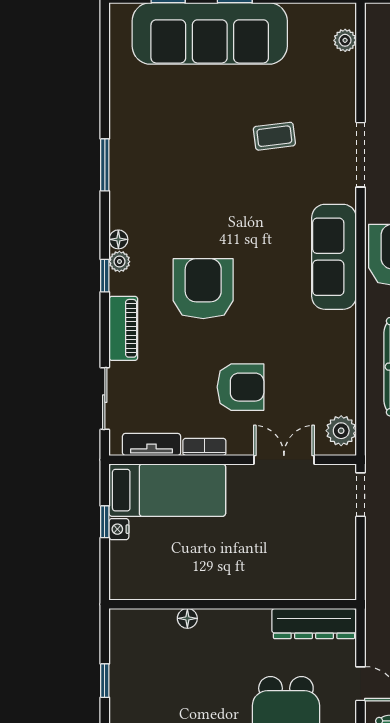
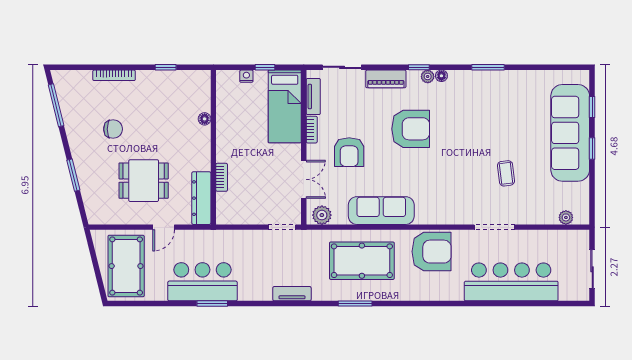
sofa: (334, 257) -> (381, 211), moved
nightstand: (119, 529) -> (246, 76), moved
bookcase: (281, 591) -> (222, 177), added

